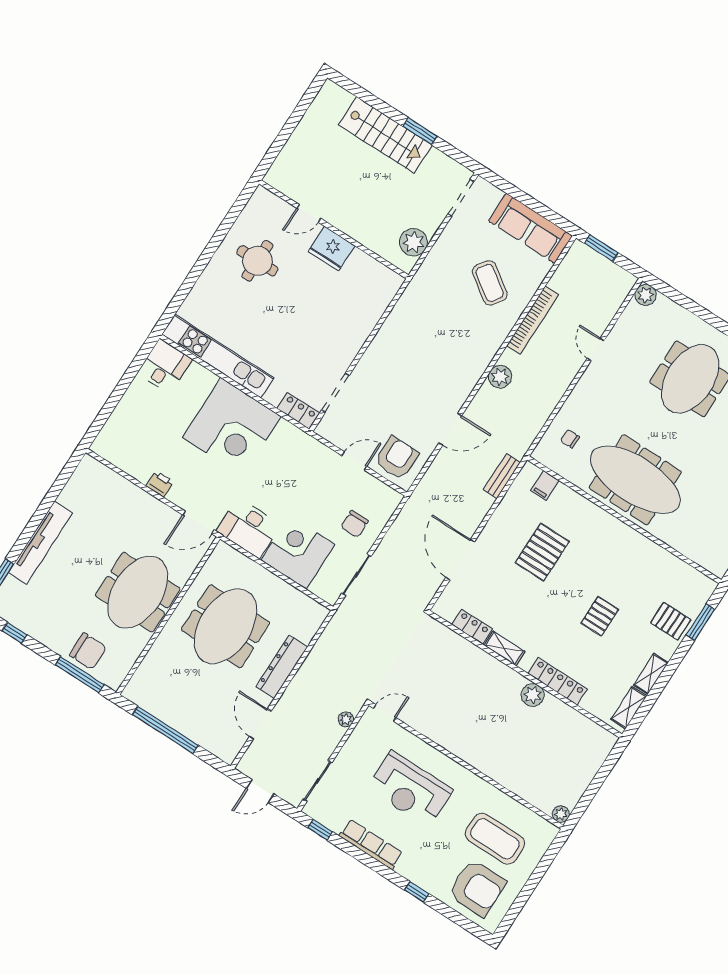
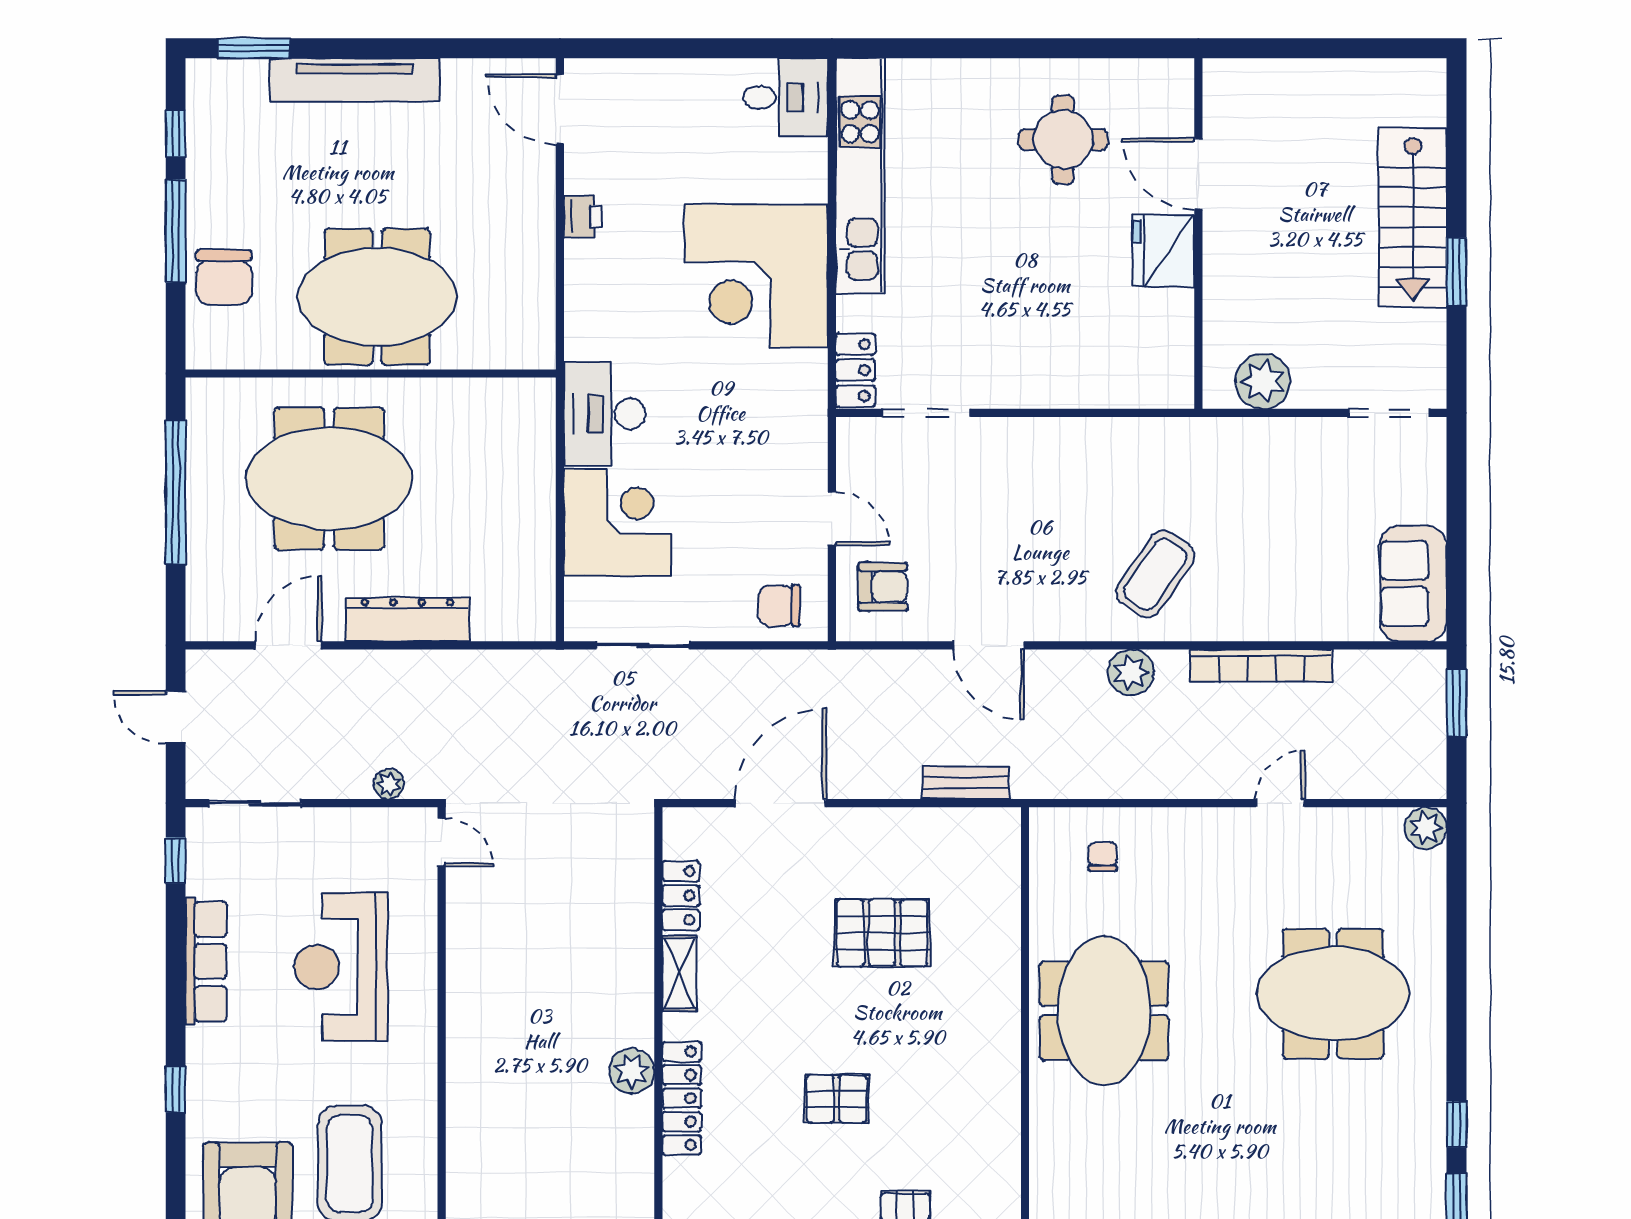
door: (309, 213) -> (1198, 174), width x1.38
sofa: (530, 228) -> (1413, 584), width x0.73
coffee table: (490, 283) -> (1155, 574), moved
armchair: (397, 458) -> (883, 587), width x0.72, depth x0.72
meeting table: (635, 480) -> (1104, 1011), width x0.73
filing cabinet: (545, 486) -> (997, 865), removed
door: (198, 522) -> (560, 109), moved
chair: (355, 524) -> (780, 606), moved
meeting table: (225, 626) -> (329, 479), moved
window: (80, 675) -> (176, 231), moved

